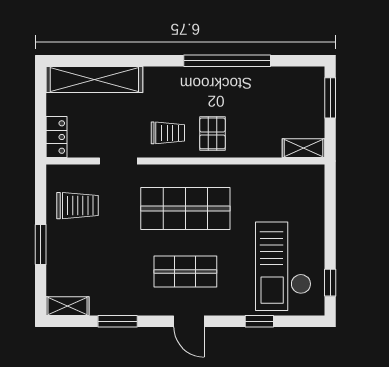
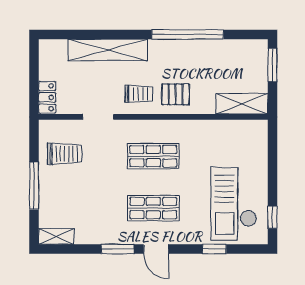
shelving: (94, 79) -> (108, 50), moved
pallet: (212, 133) -> (176, 94), turned 90
shelving: (304, 148) -> (242, 104), width x1.50, depth x1.33
shop shelf: (185, 209) -> (153, 156), width x0.70, depth x0.74
window: (41, 244) -> (34, 186), width x1.44
window: (118, 321) -> (118, 249), moved

